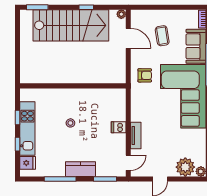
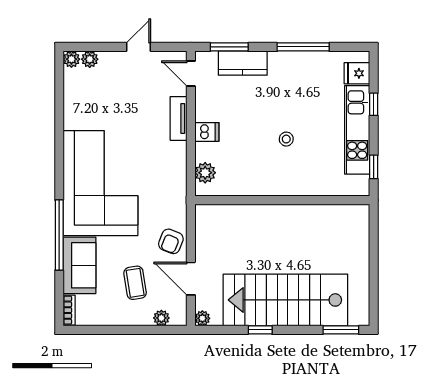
plant: (146, 14) -> (161, 318), added
armchair: (145, 75) -> (171, 241), moved, turned -68
plant: (120, 103) -> (205, 173), added
window: (17, 117) -> (374, 167), moved
door: (128, 163) -> (191, 74), hinge flipped
plant: (185, 167) -> (90, 59), width x0.53, depth x0.53
kitchen counter: (80, 169) -> (243, 63), moved

